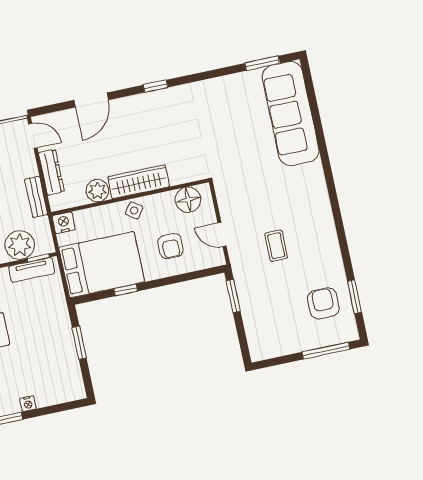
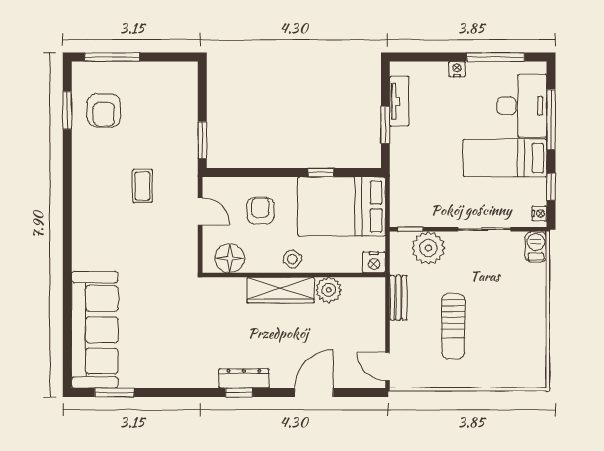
dresser: (51, 172) -> (244, 378), moved, turned 90
tv unit: (32, 270) -> (399, 101), moved, turned 90

